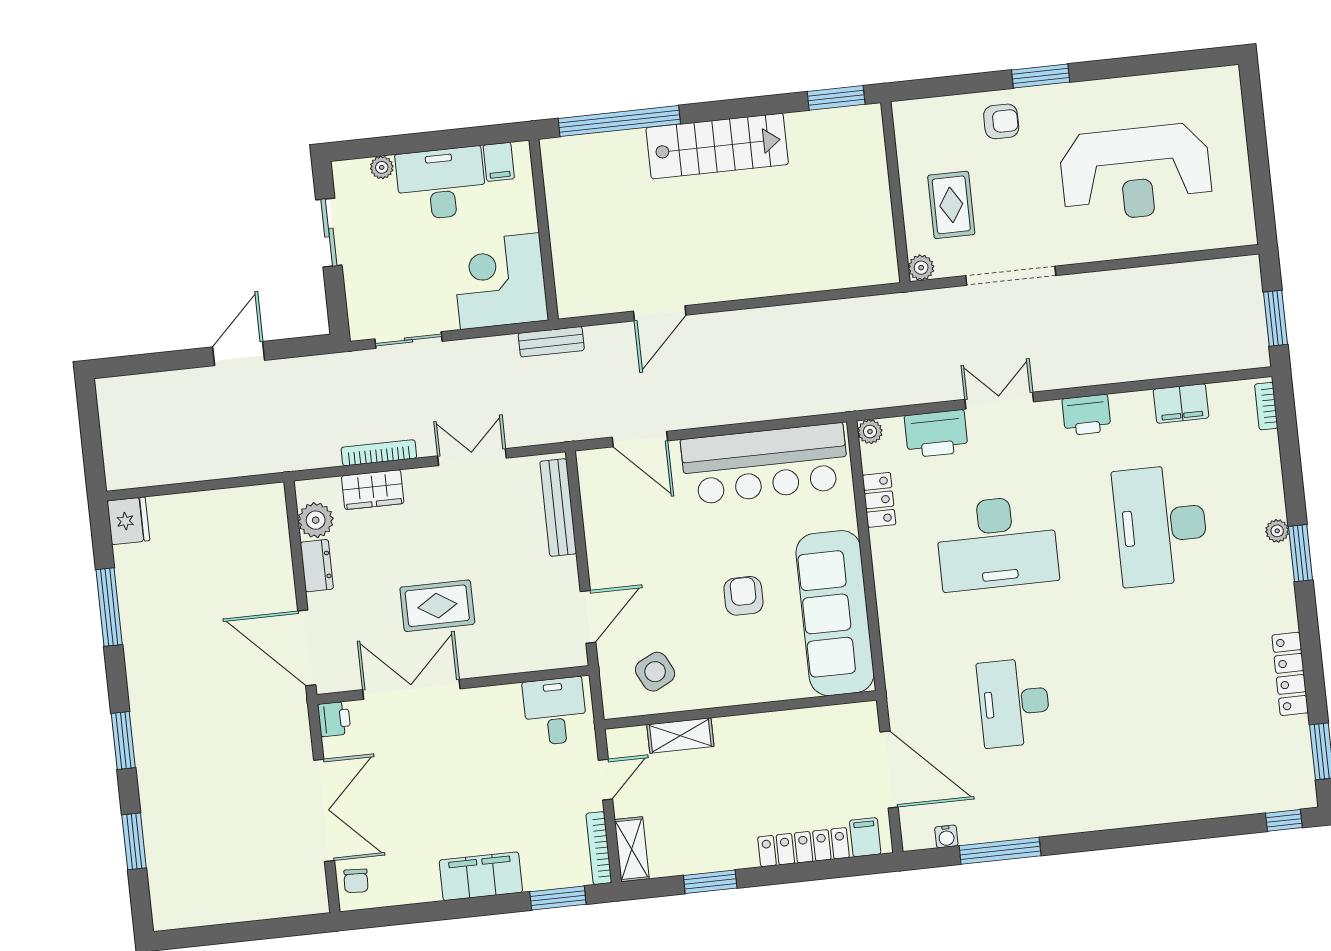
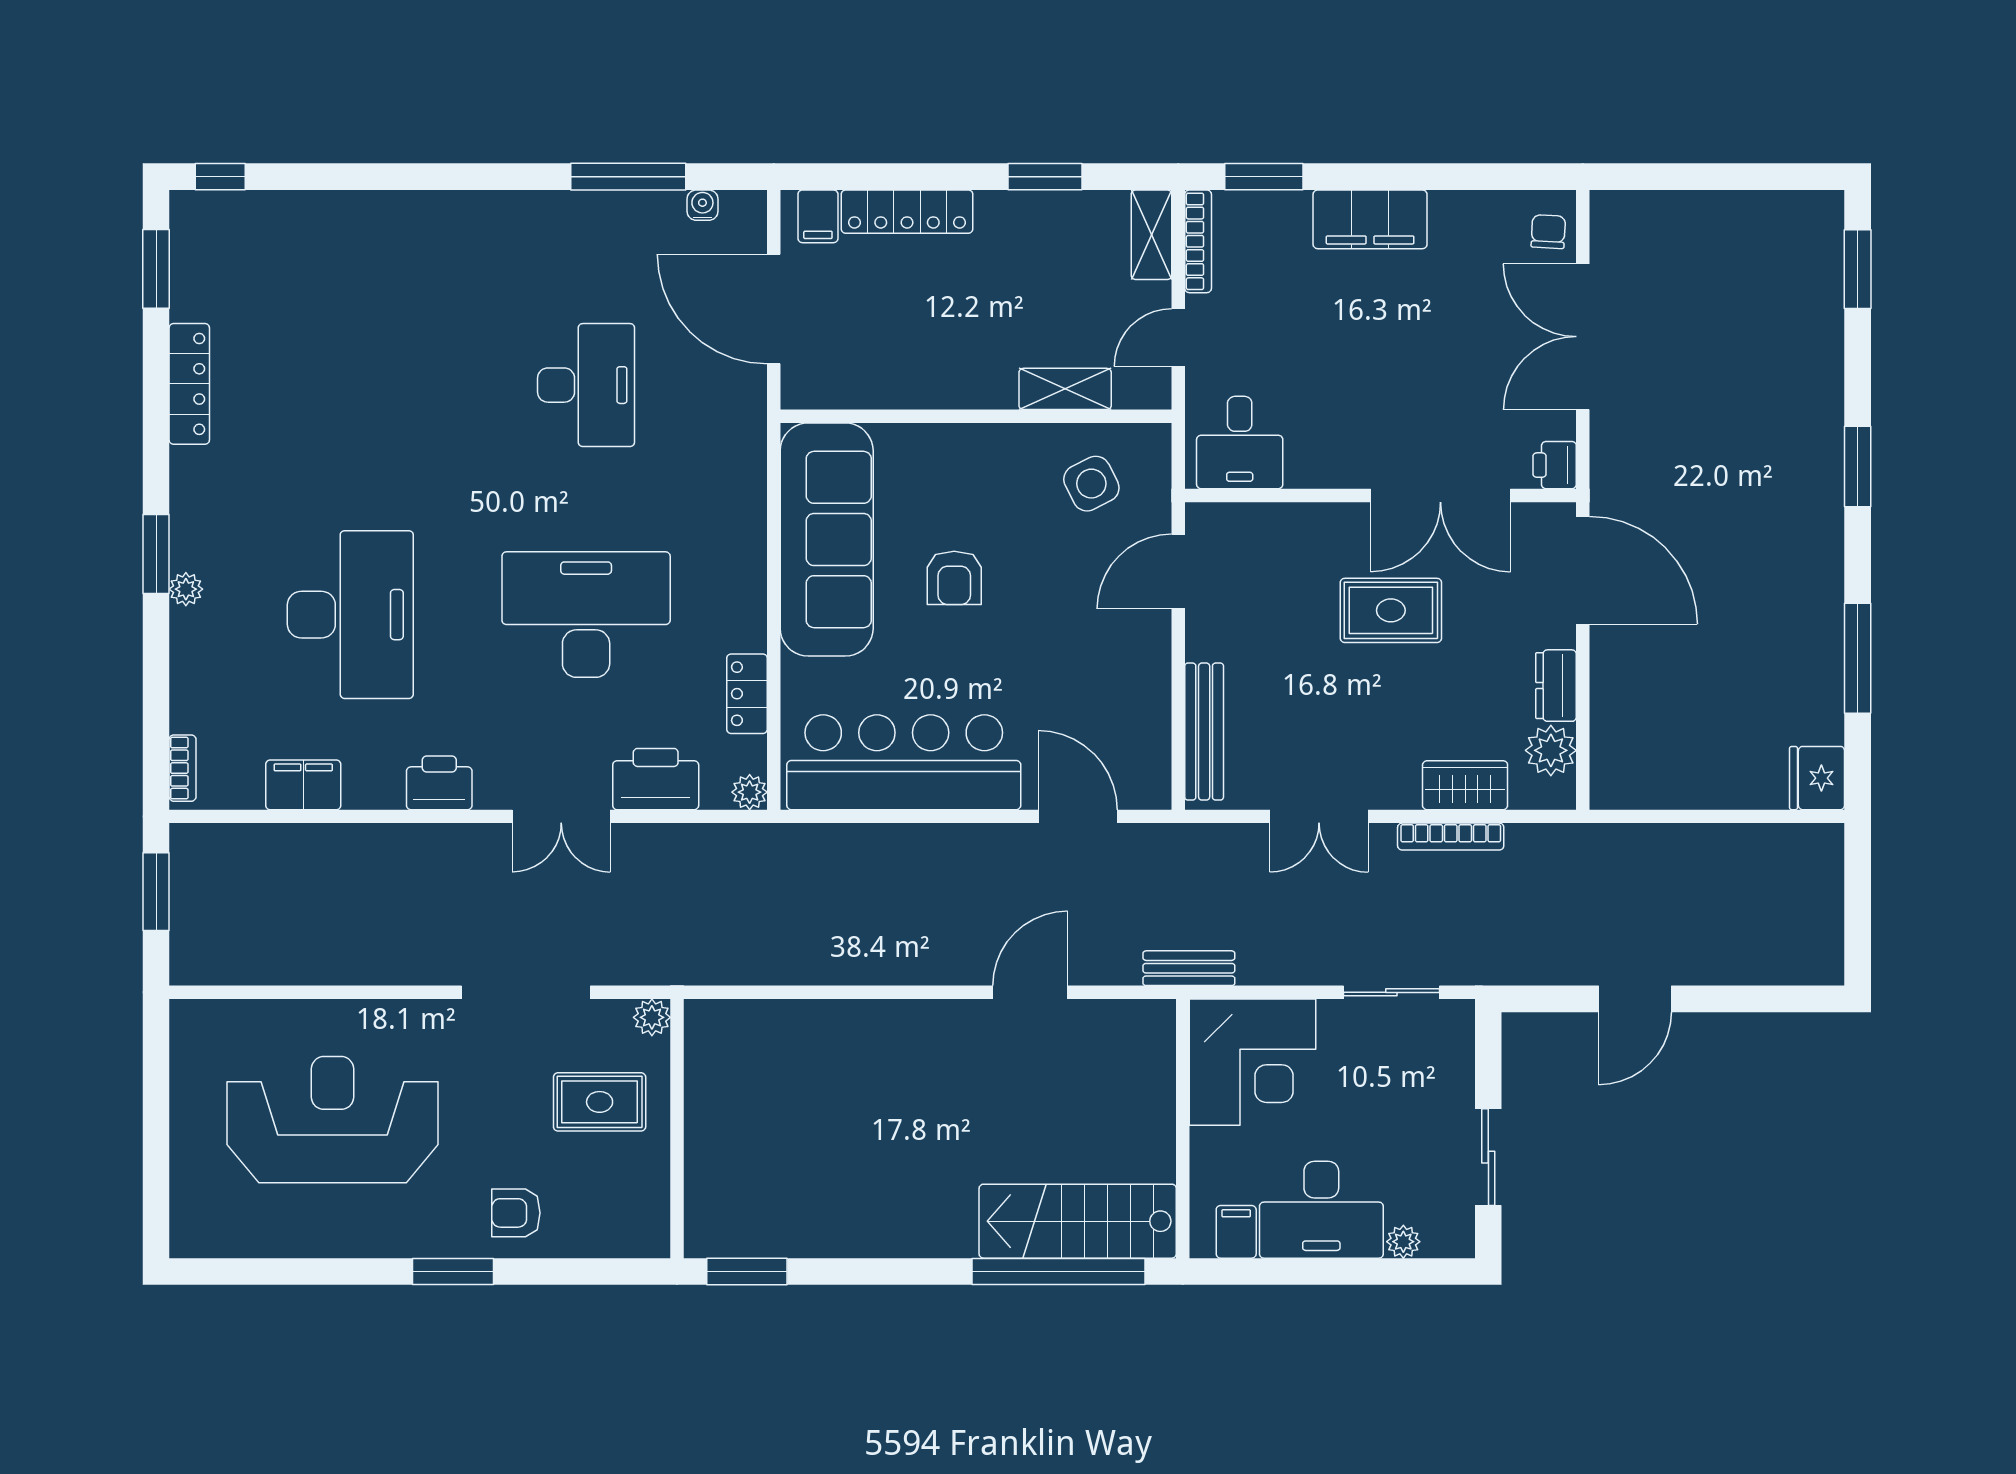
stairs: (717, 146) -> (1078, 1221), moved
rug: (951, 205) -> (600, 1102), turned 90
window: (134, 841) -> (1858, 269), moved

